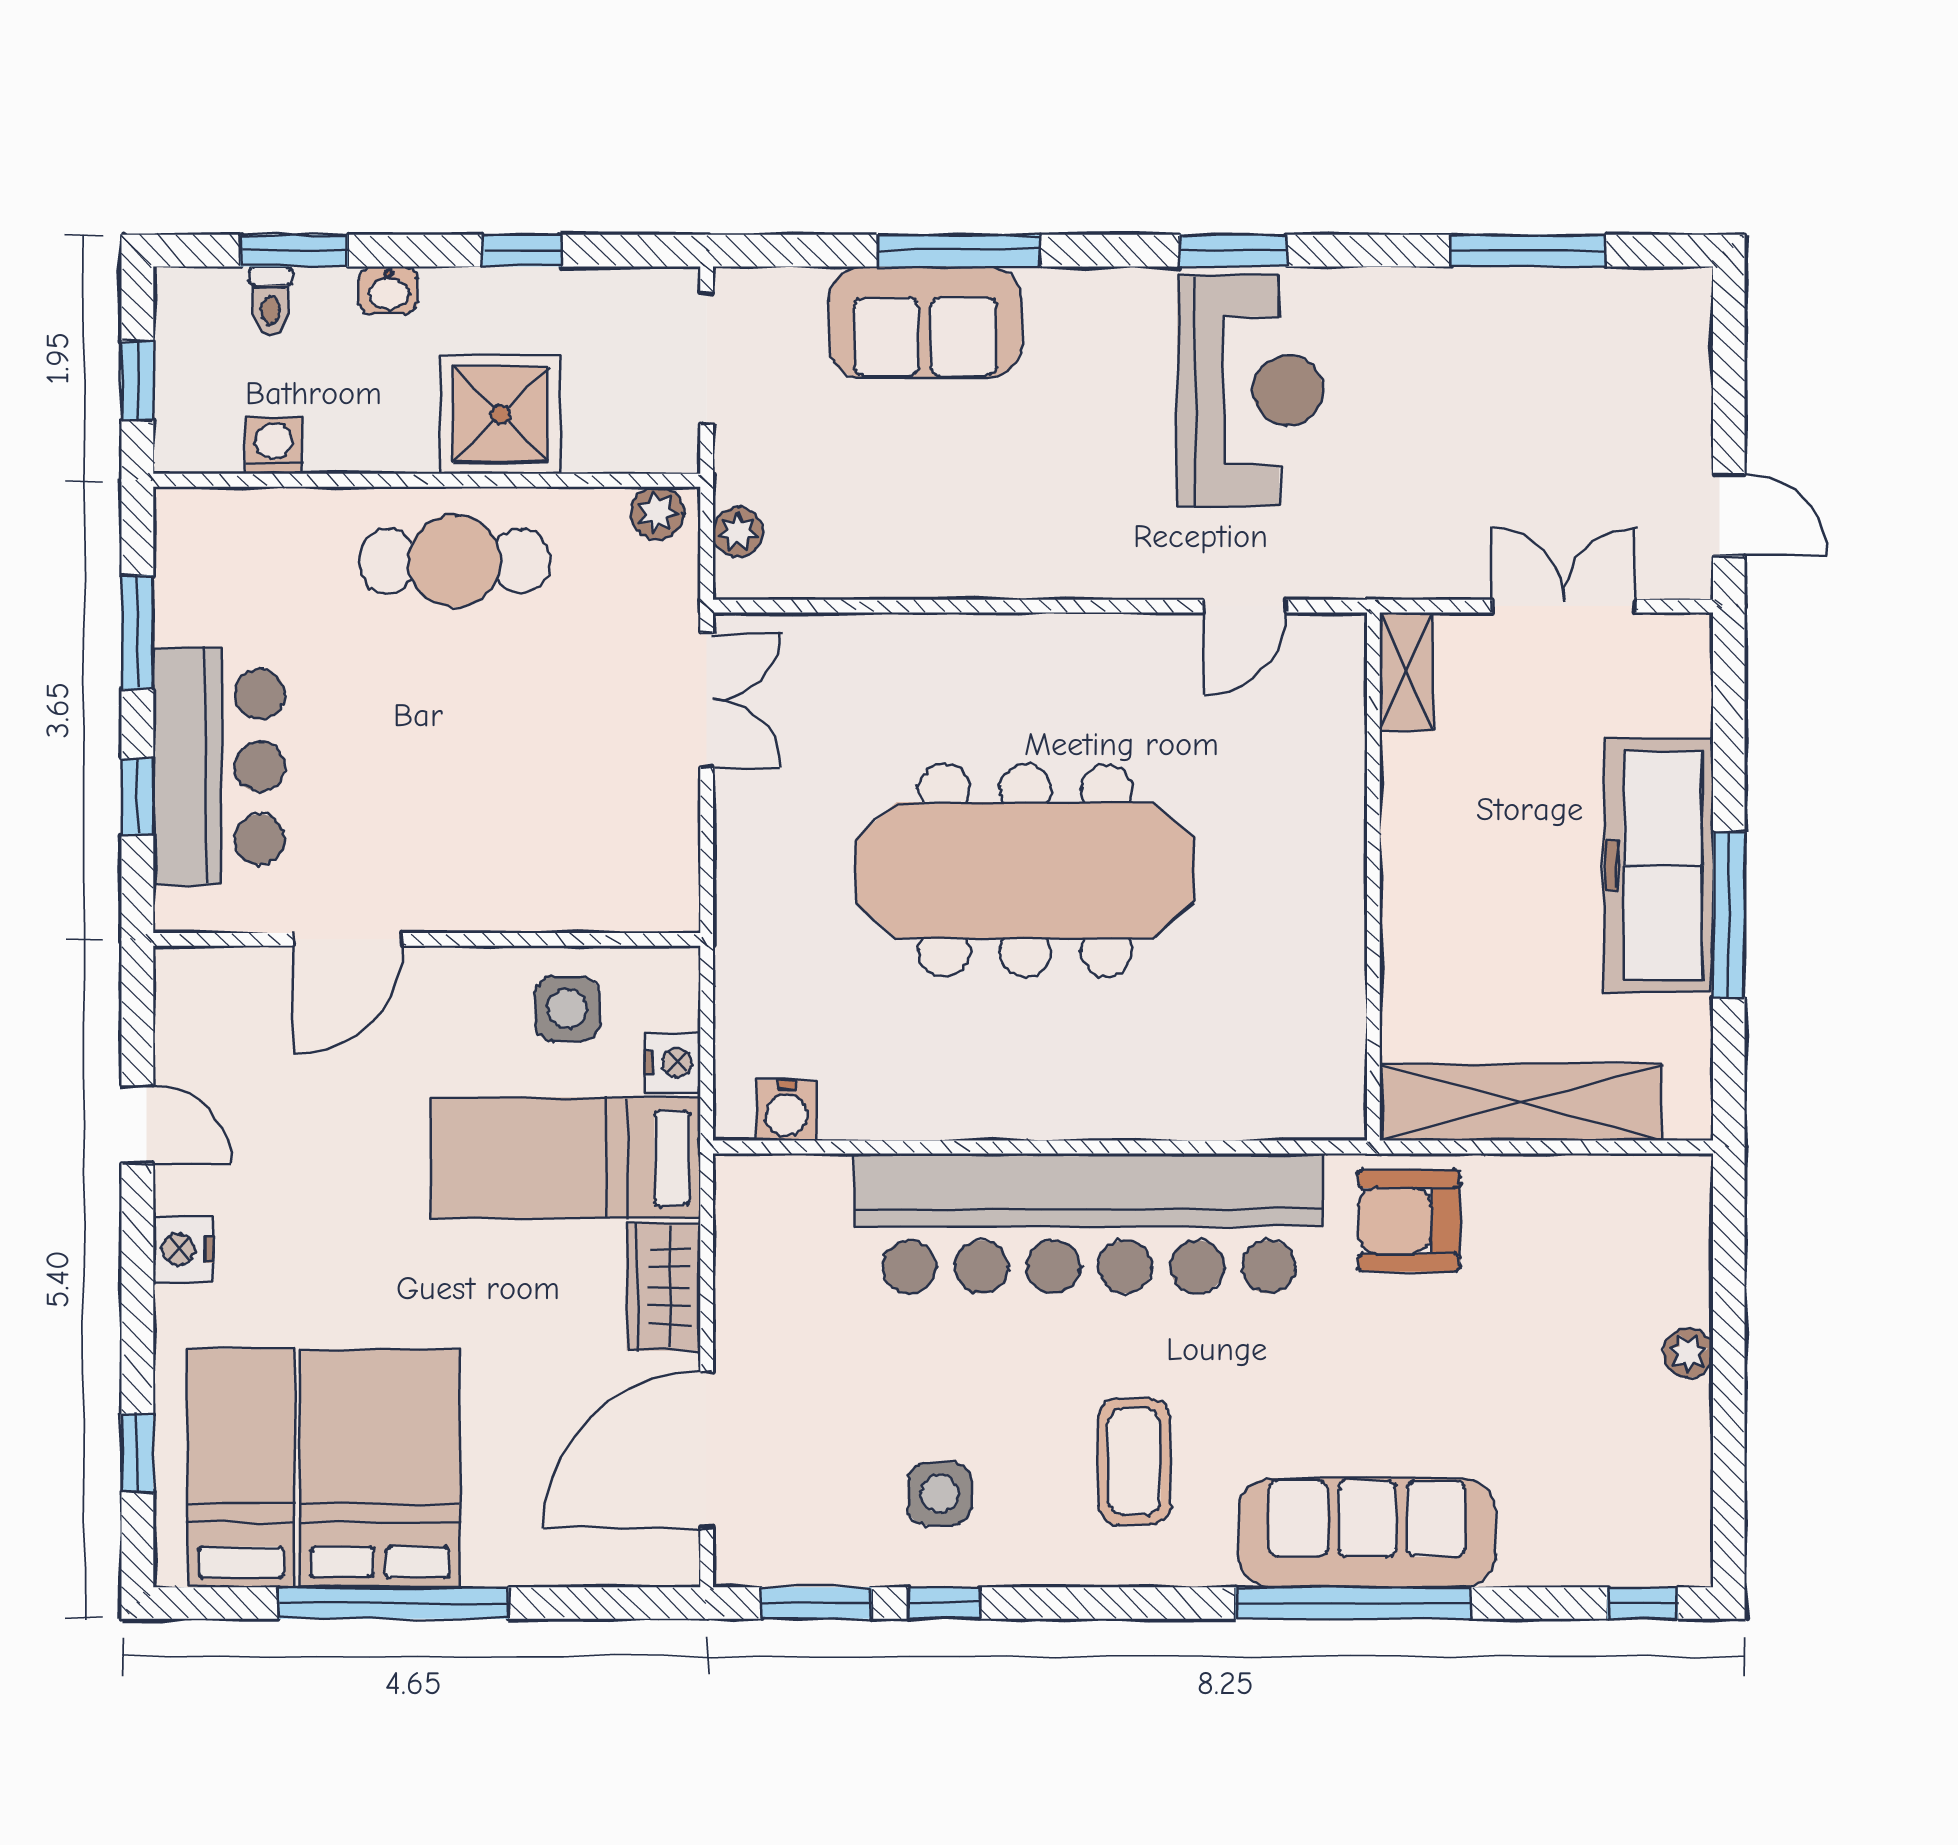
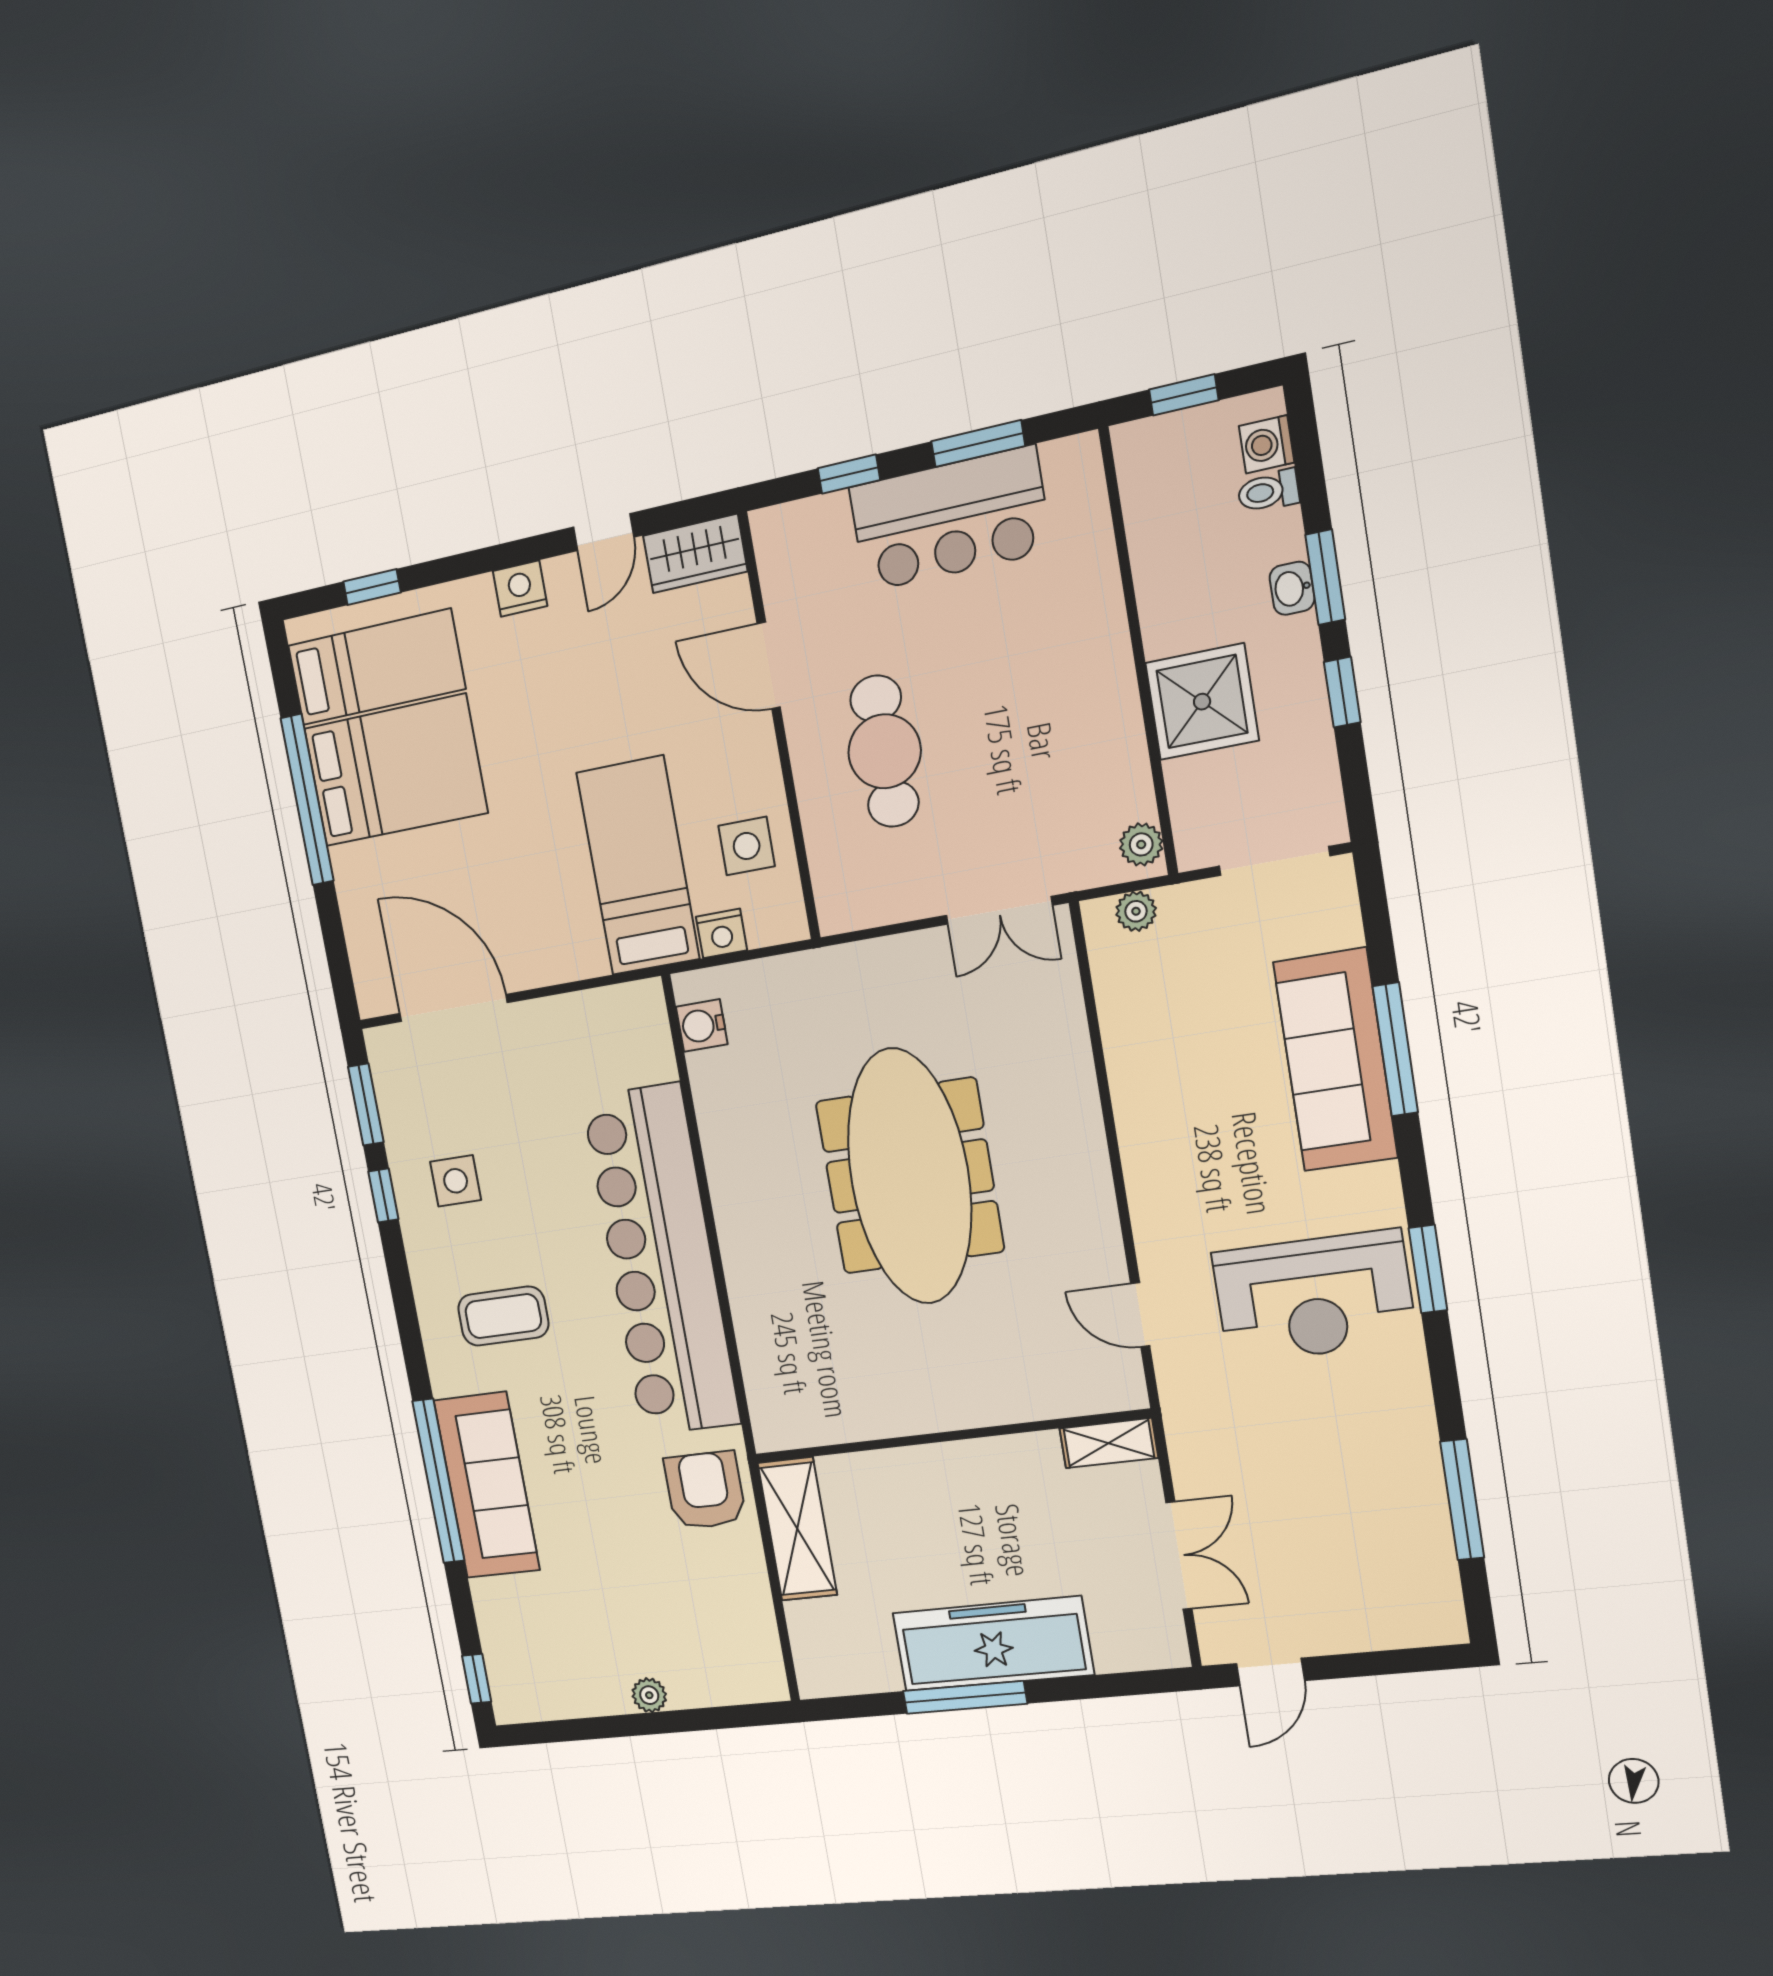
window: (294, 251) -> (1325, 577), moved
sofa: (925, 322) -> (1335, 1060), width x1.36
washing machine: (274, 446) -> (1267, 444), moved, turned 180
cafe table: (454, 561) -> (885, 751), moved
bar counter: (219, 767) -> (950, 519), moved
shelving: (1521, 1102) -> (797, 1529), width x0.68
wardrobe: (663, 1287) -> (695, 554), moved, turned 180

